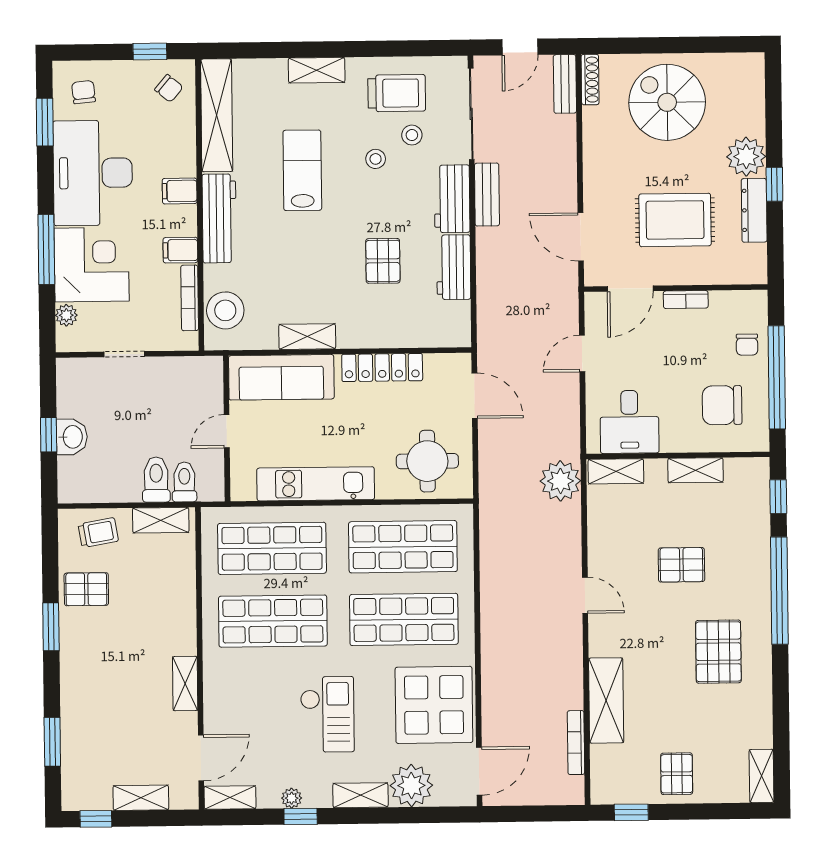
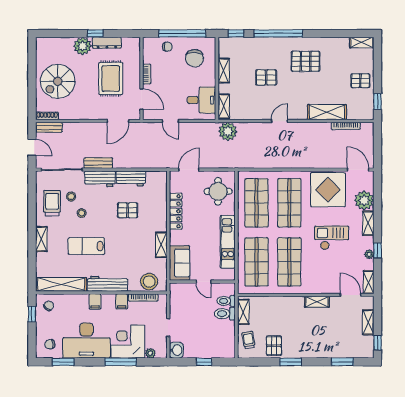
sofa: (281, 377) -> (180, 263), width x0.73
washbasin: (72, 437) -> (176, 350), moved, turned 90
pallet: (681, 565) -> (266, 77), turned 90

